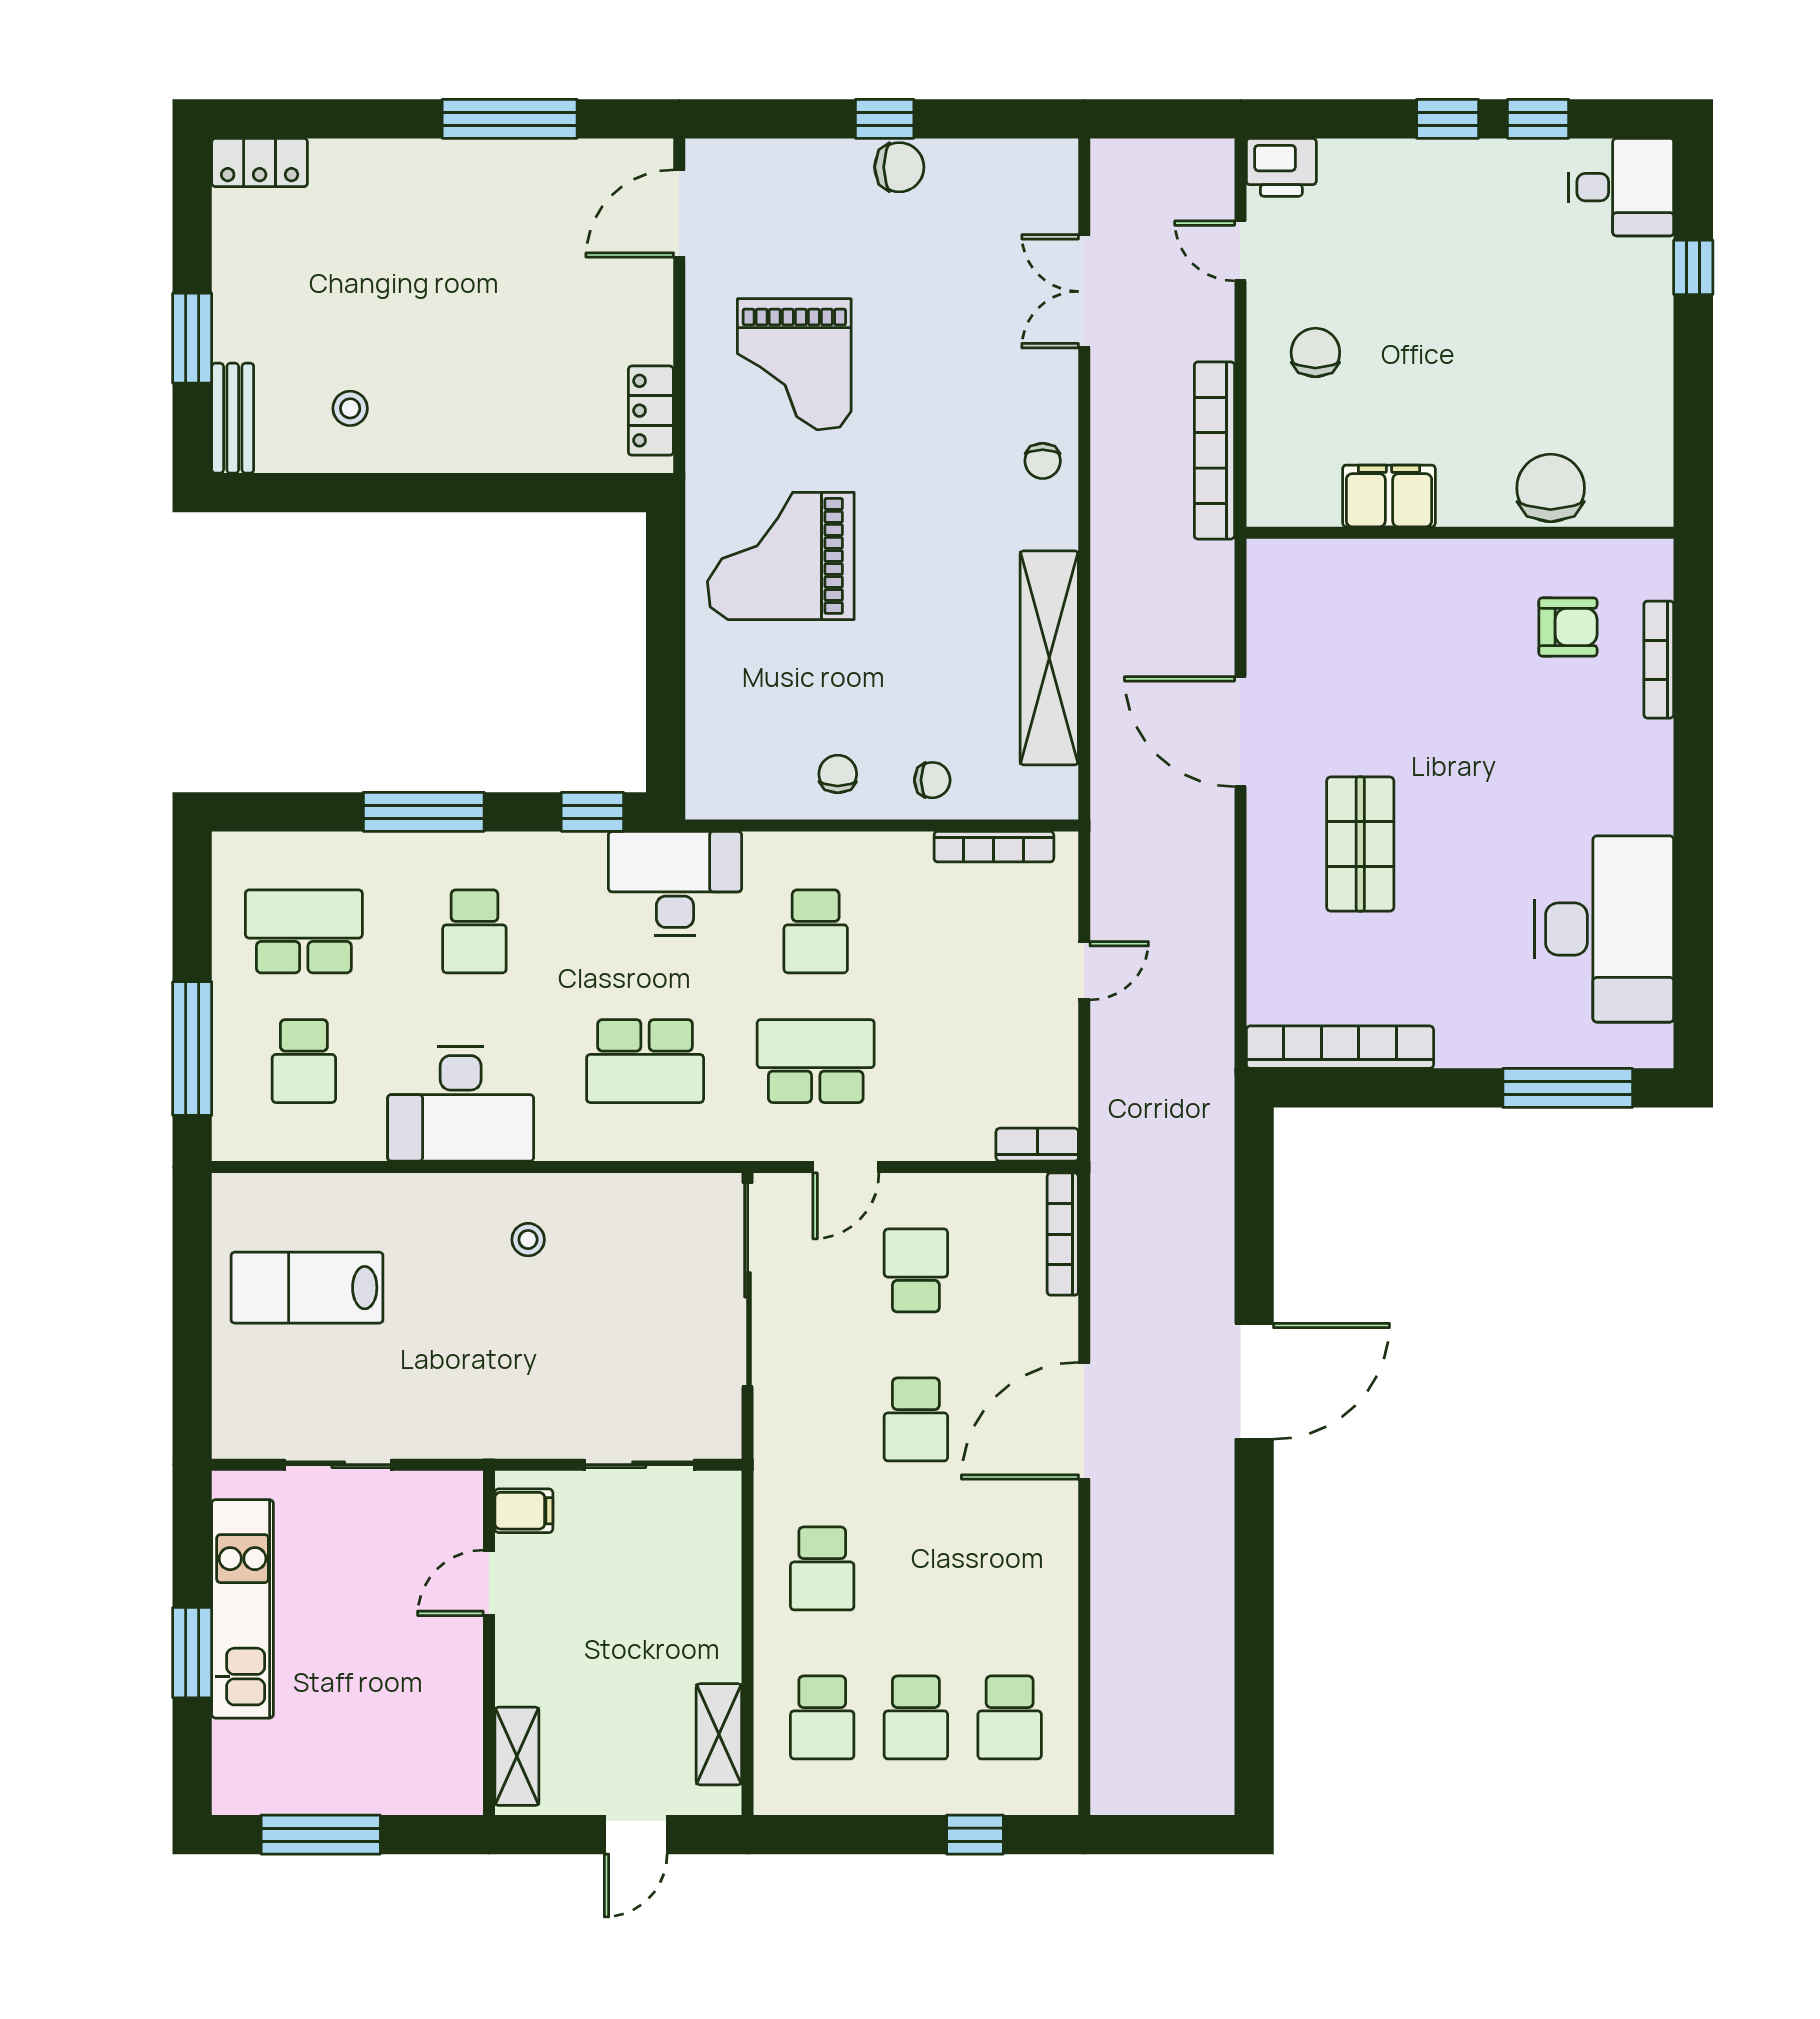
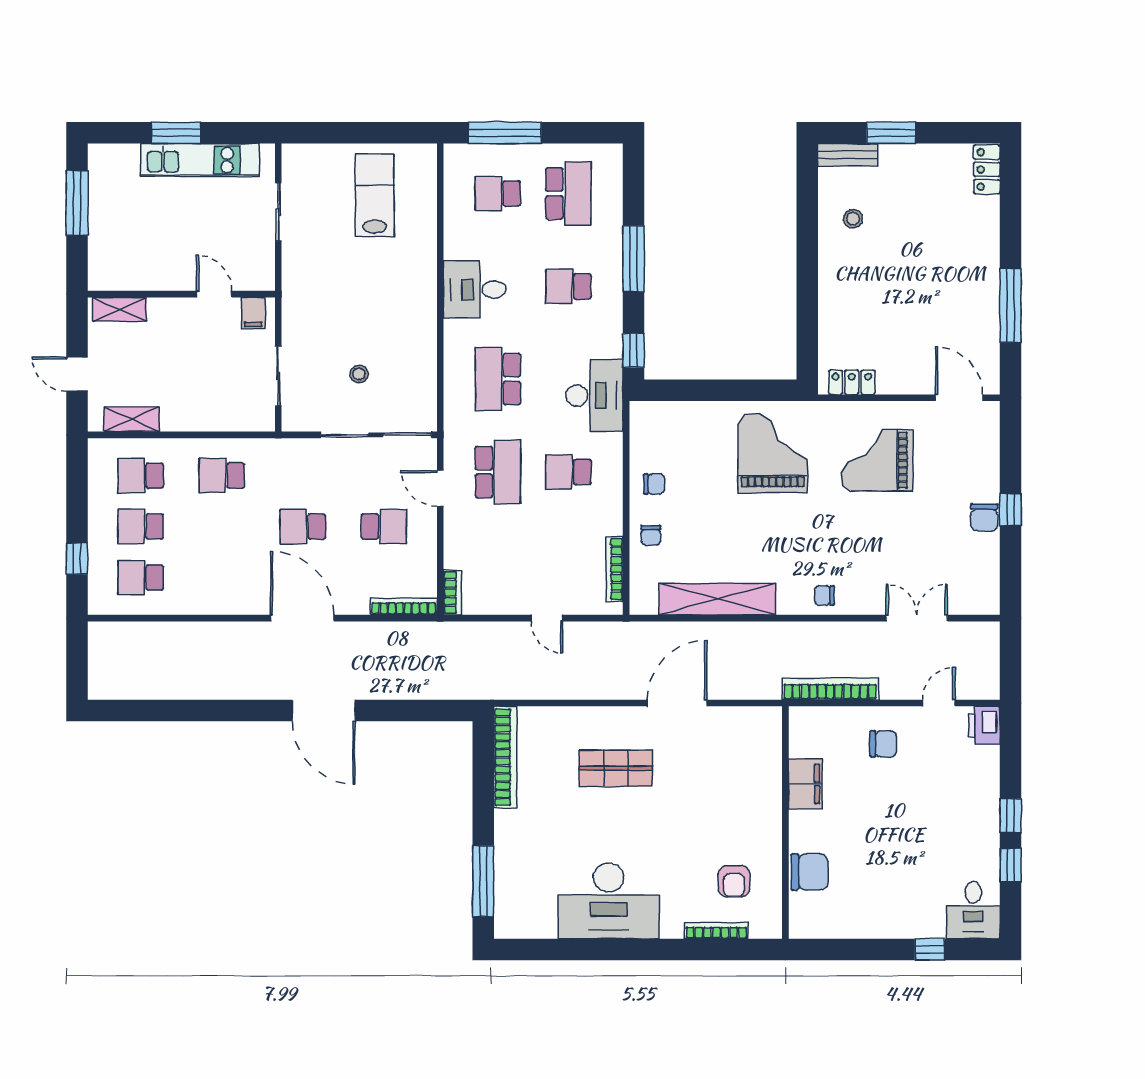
desk: (1604, 929) -> (609, 901), moved
desk: (461, 1104) -> (475, 290), width x0.73
stool: (528, 1240) -> (359, 374), moved

